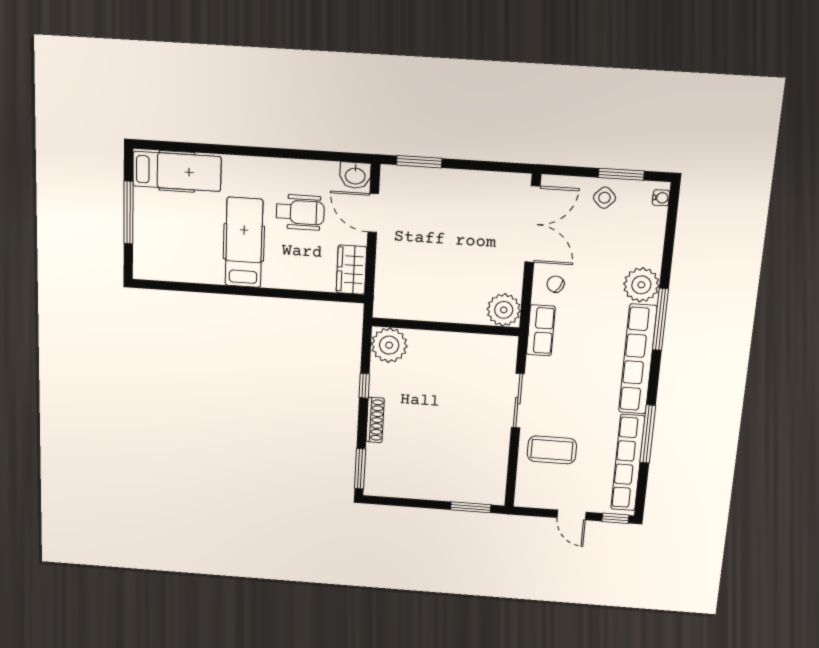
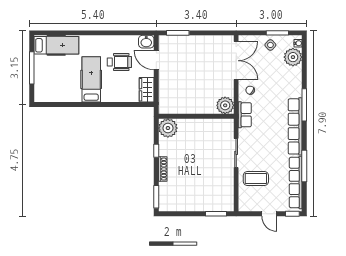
plant: (641, 285) -> (293, 57), moved

